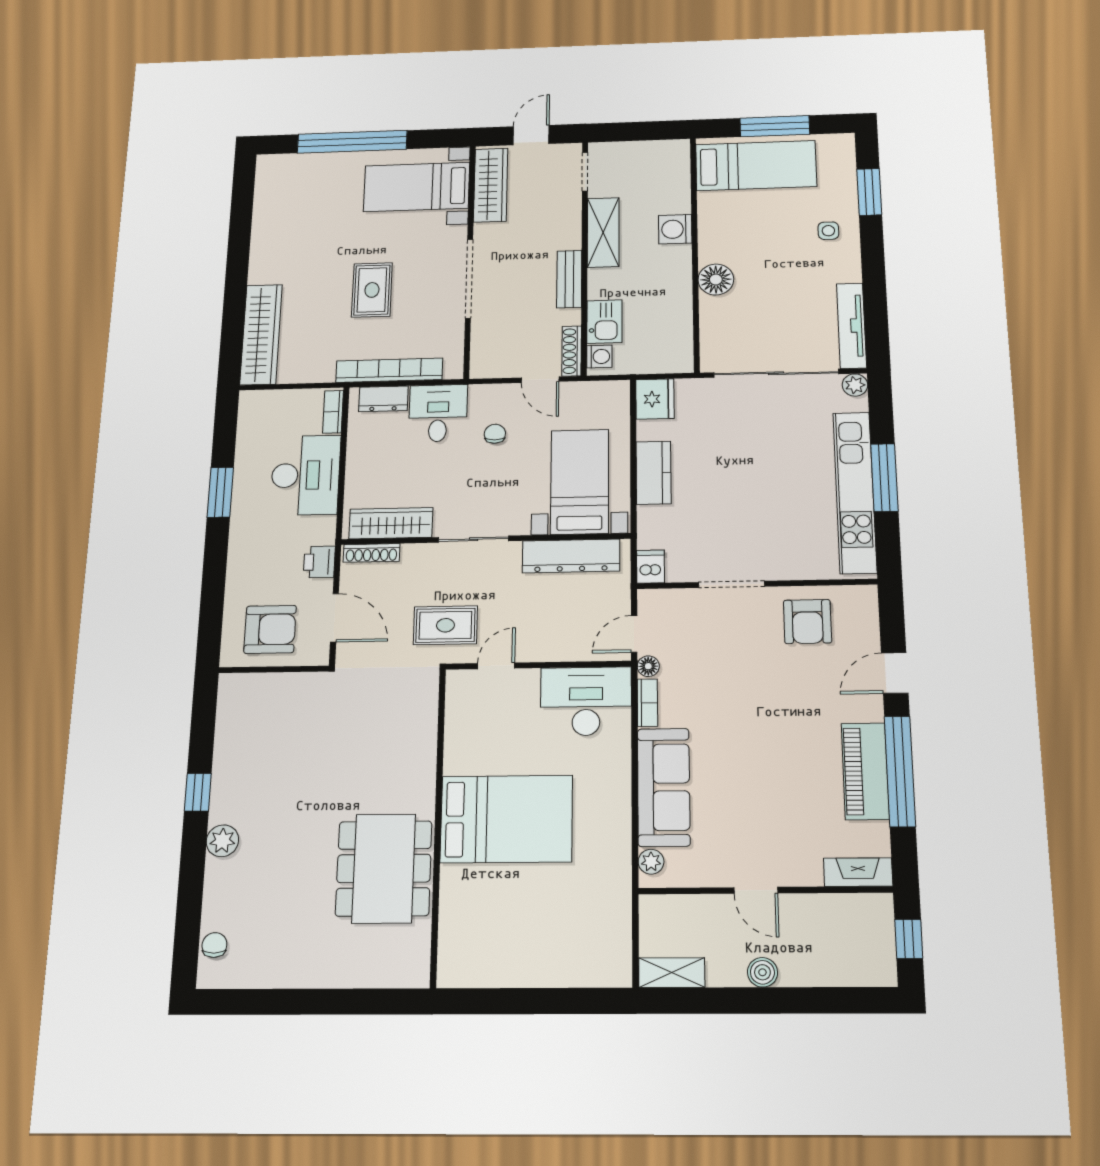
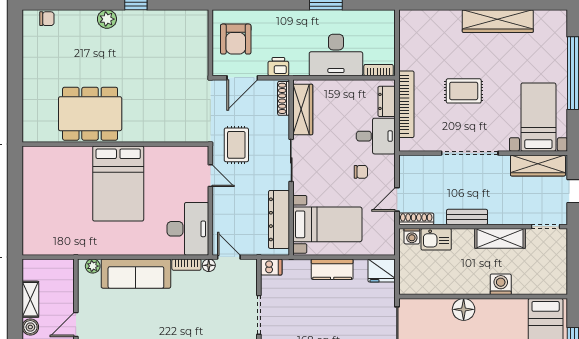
wardrobe: (261, 334) -> (498, 21), moved
shelving: (672, 973) -> (30, 299), moved

